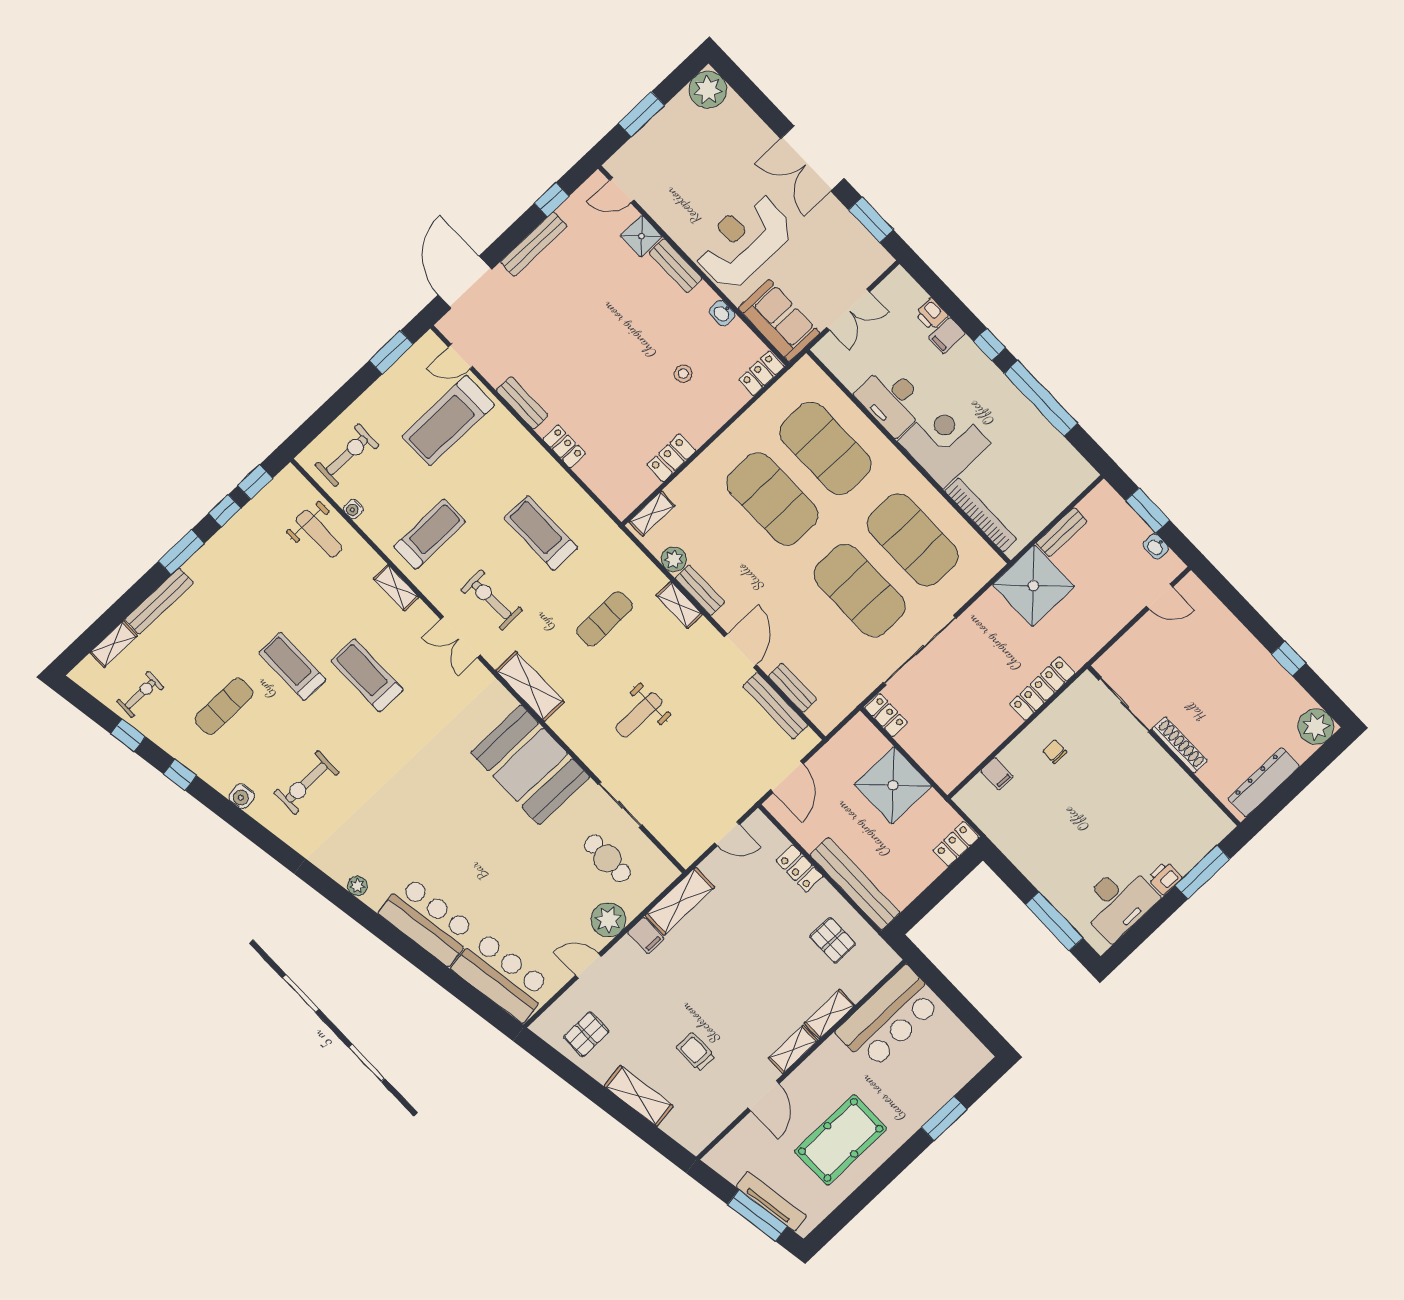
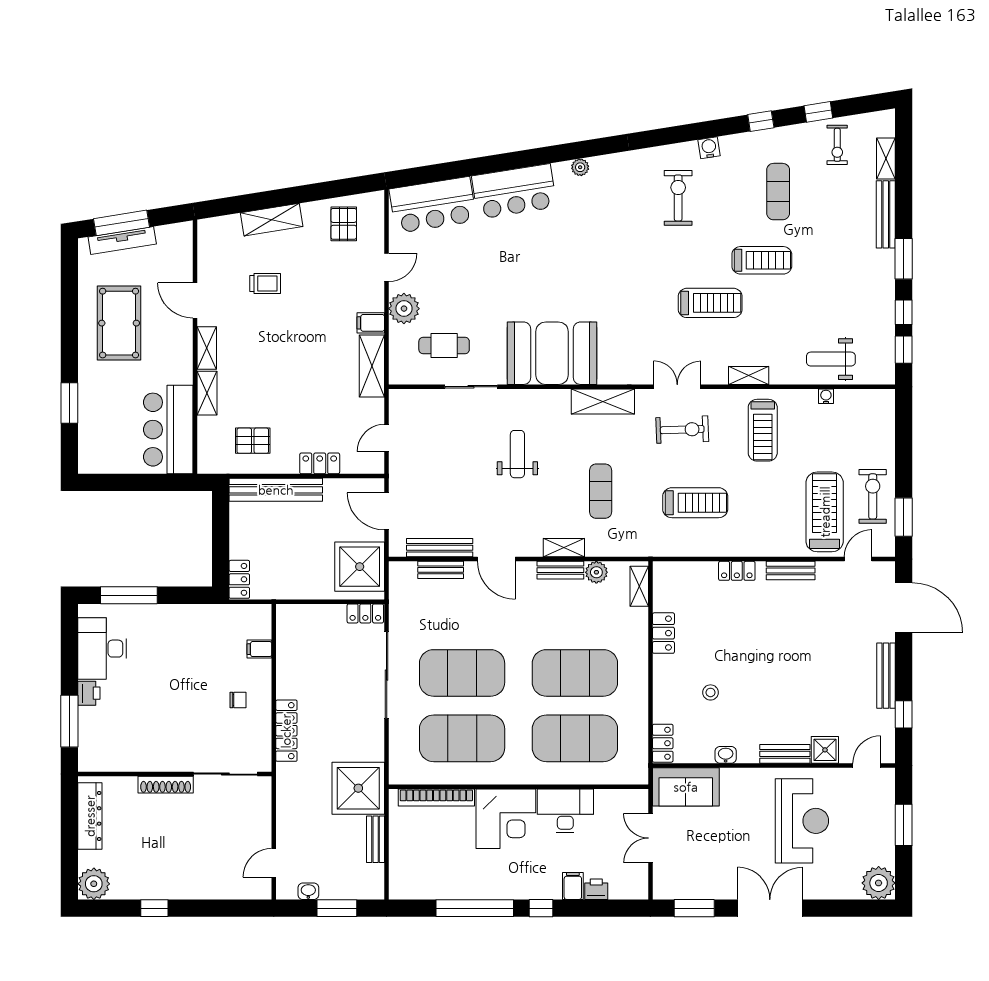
reception desk: (743, 241) -> (802, 821), moved
exercise bike: (347, 455) -> (873, 496), moved, turned 180
shower: (893, 785) -> (360, 567), moved

